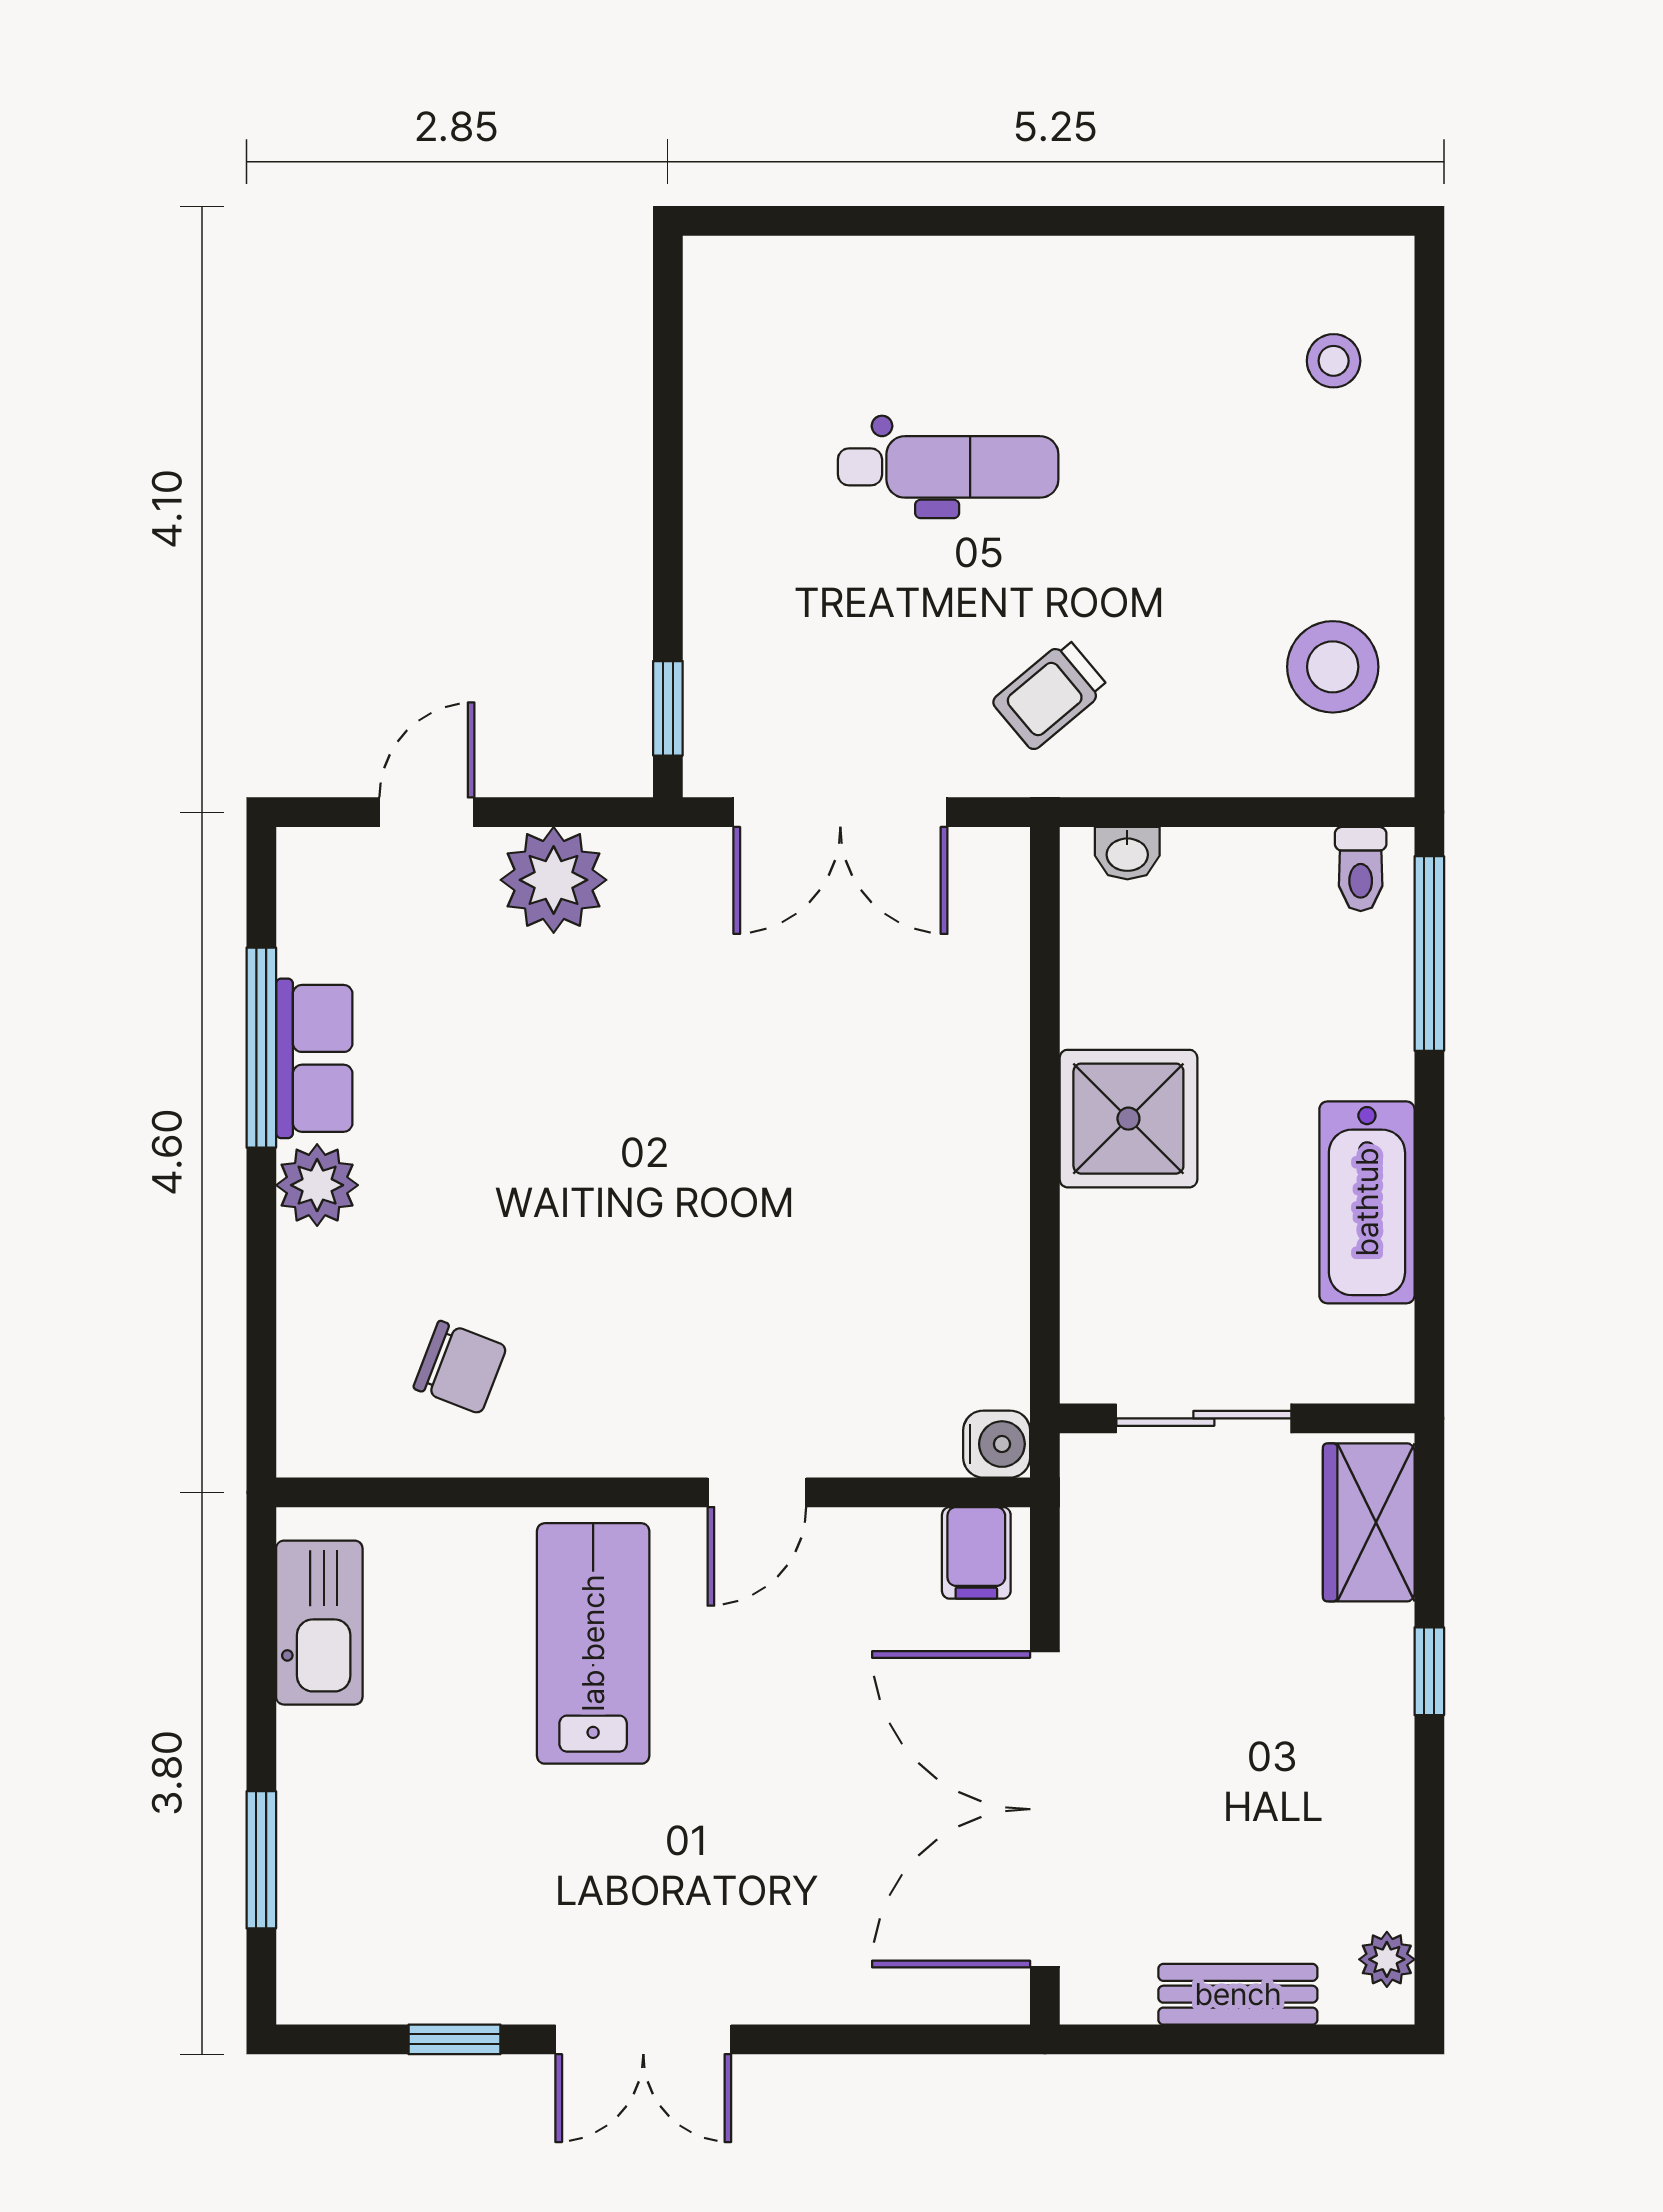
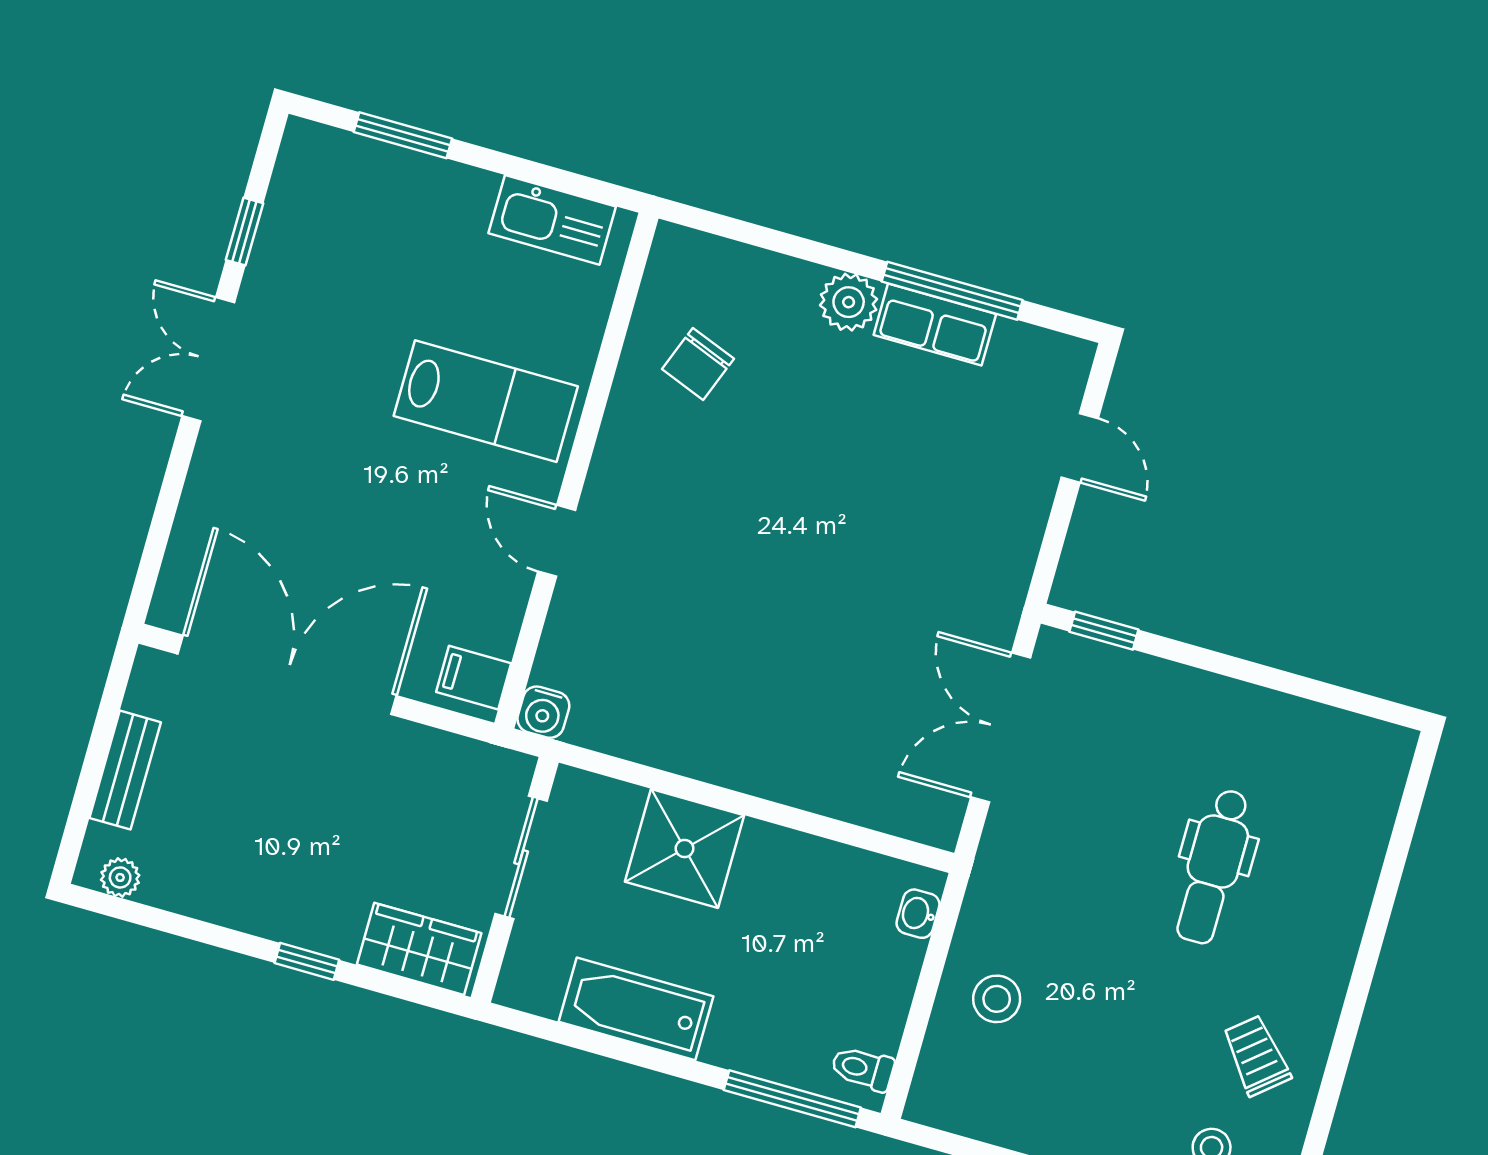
stool: (1333, 667) -> (997, 999), moved, width x0.73, depth x0.73
trolley: (1050, 694) -> (1256, 1056), moved
plant: (554, 880) -> (1010, 520), removed
shower: (1128, 1119) -> (685, 848), moved

